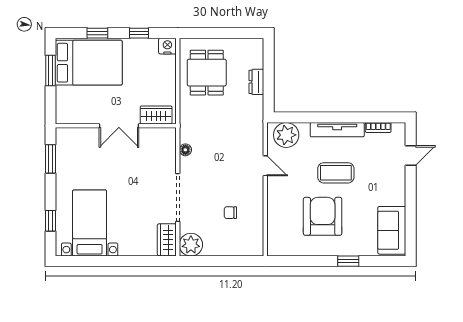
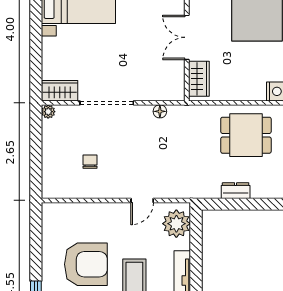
plant: (191, 245) -> (48, 112), width x0.53, depth x0.53

